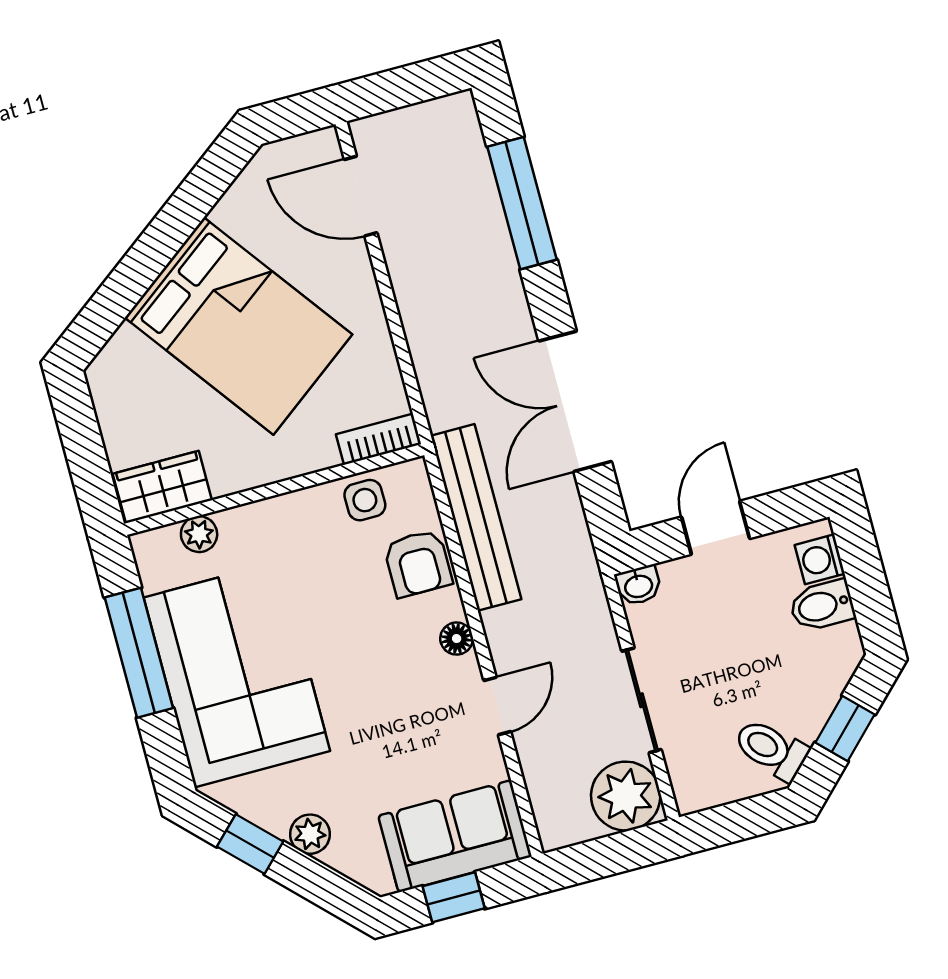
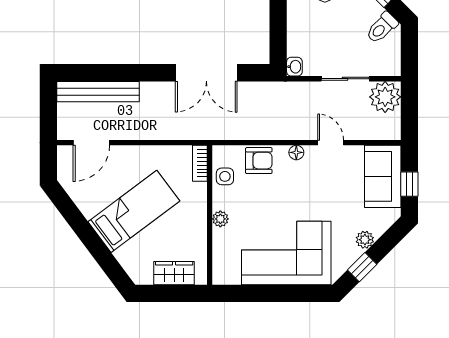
window: (522, 203) -> (113, 73), removed
bed: (239, 326) -> (134, 211), width x0.67
wardrobe: (162, 487) -> (174, 273), moved, turned 90
bench: (476, 517) -> (98, 92), moved
door: (716, 528) -> (278, 26), removed
plant: (199, 534) -> (220, 219), moved
window: (139, 653) -> (265, 293), removed

